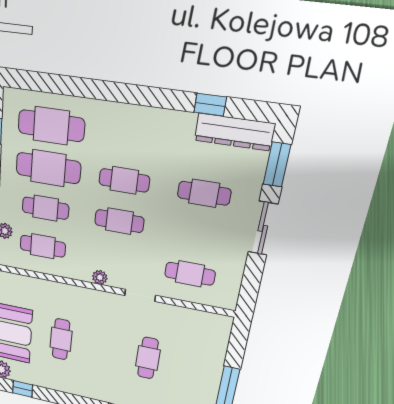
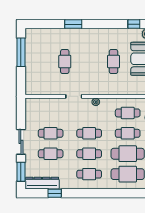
cafe table: (129, 137) -> (89, 174), added
cafe table: (190, 274) -> (51, 133), moved

